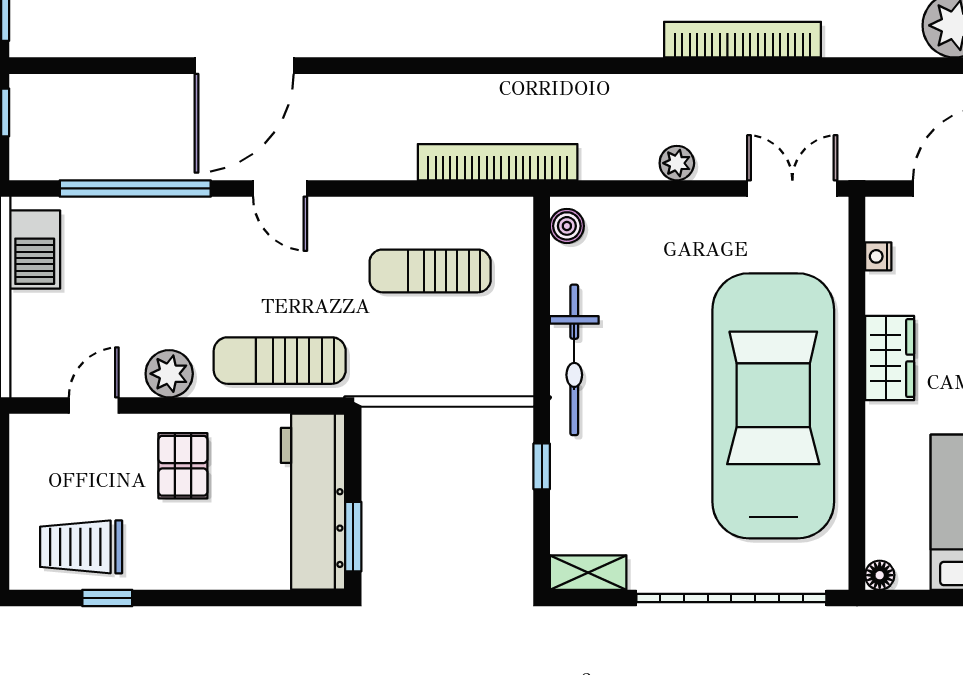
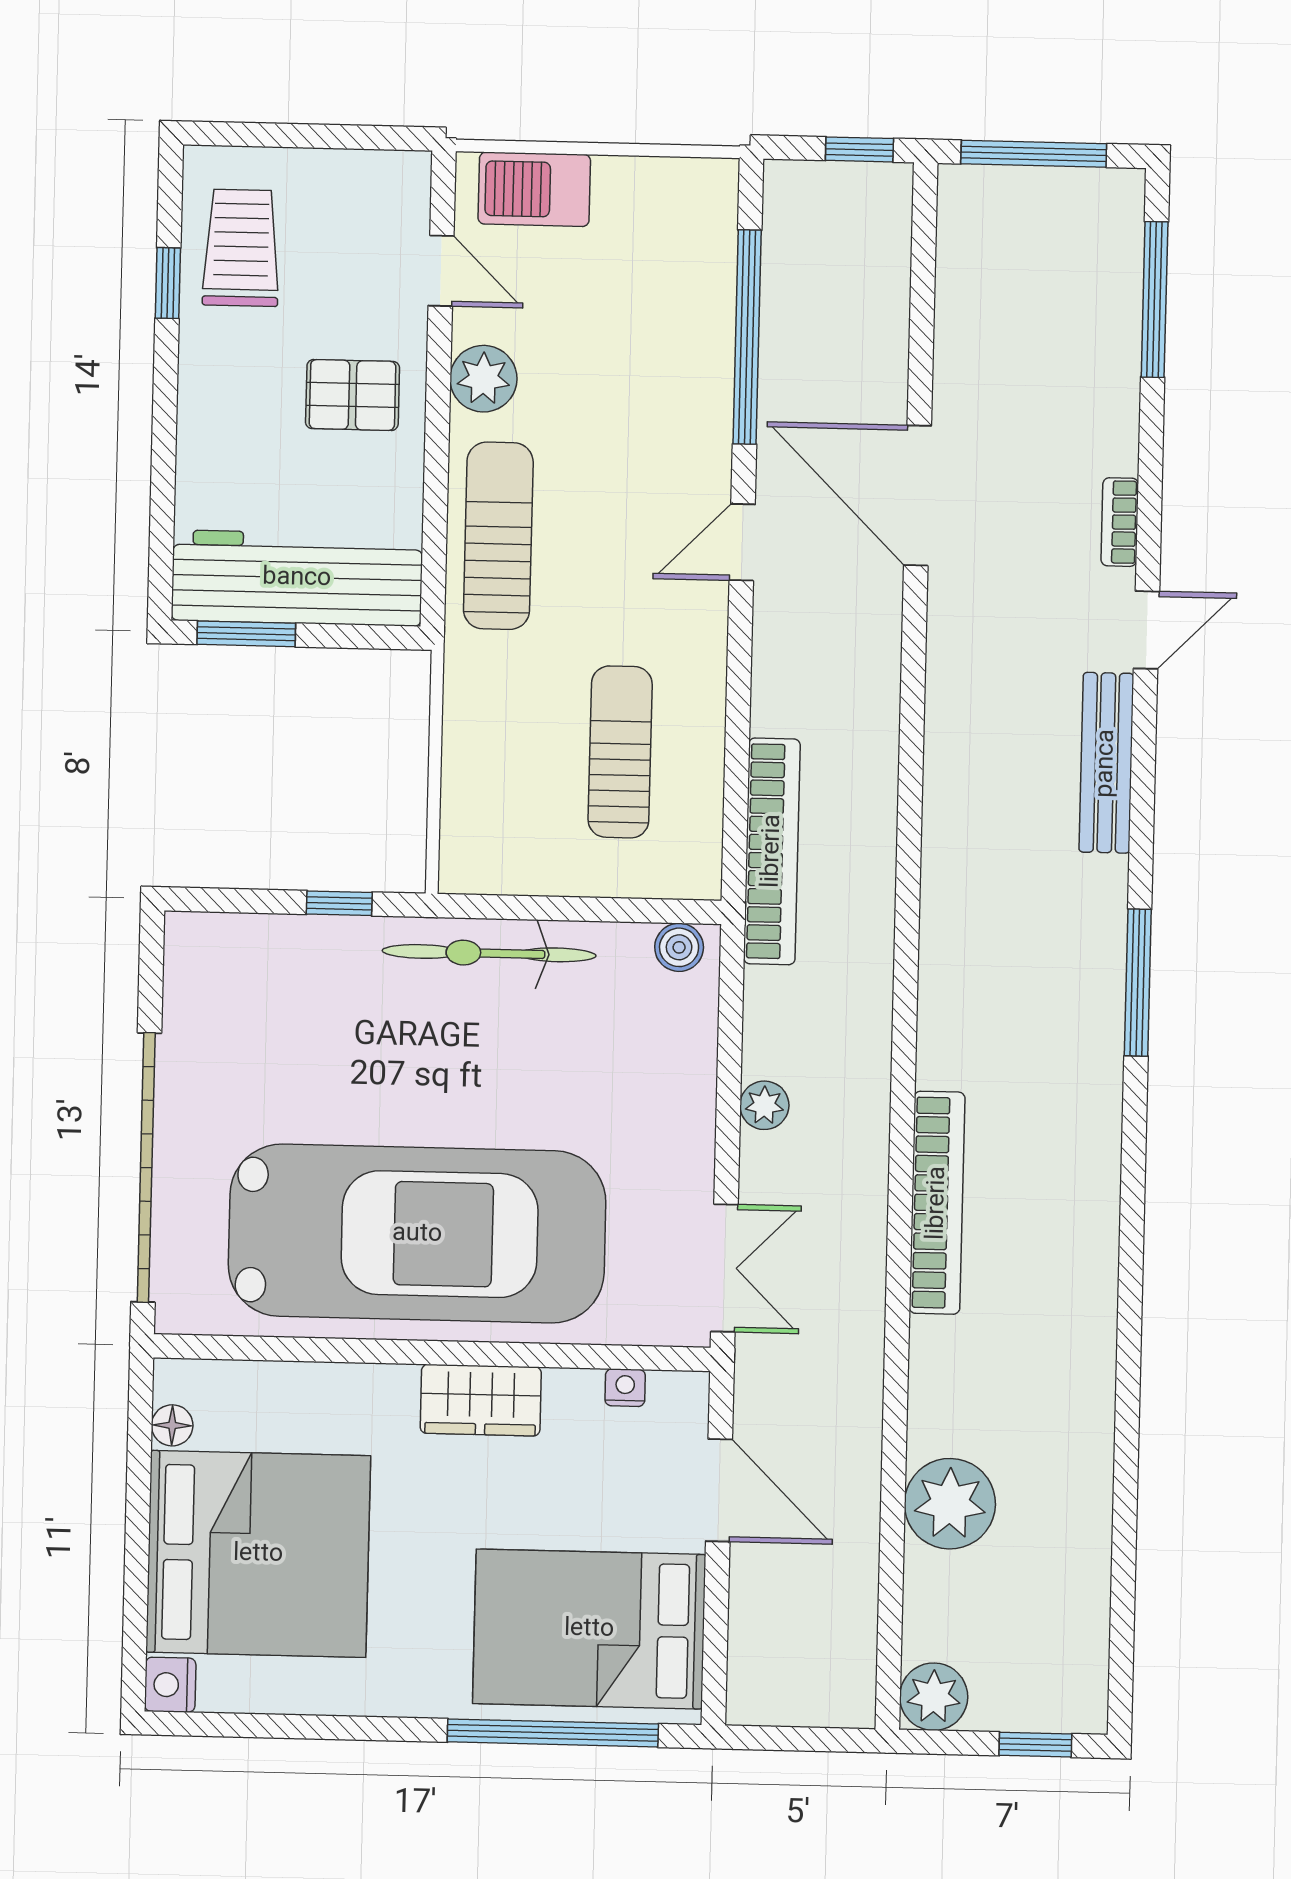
barbecue: (35, 250) -> (534, 189), moved
shelving: (588, 573) -> (187, 965), removed
floor lamp: (880, 575) -> (172, 1425), moved

